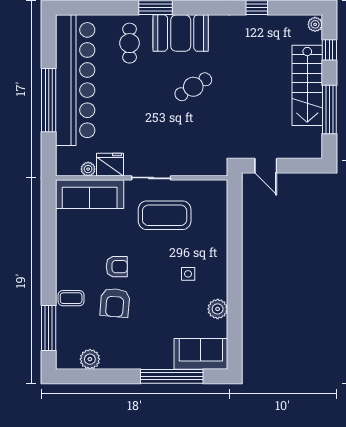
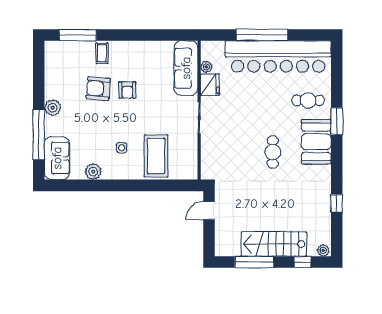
cafe table: (193, 87) -> (273, 152), turned 32
coffee table: (165, 215) -> (156, 156), moved
plant: (90, 359) -> (53, 108), moved

